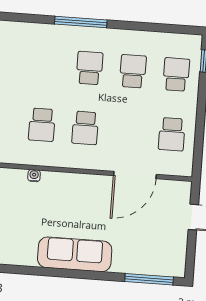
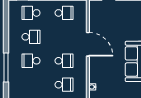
school desk: (133, 71) -> (31, 37), turned 180
door: (135, 175) -> (88, 44), moved

